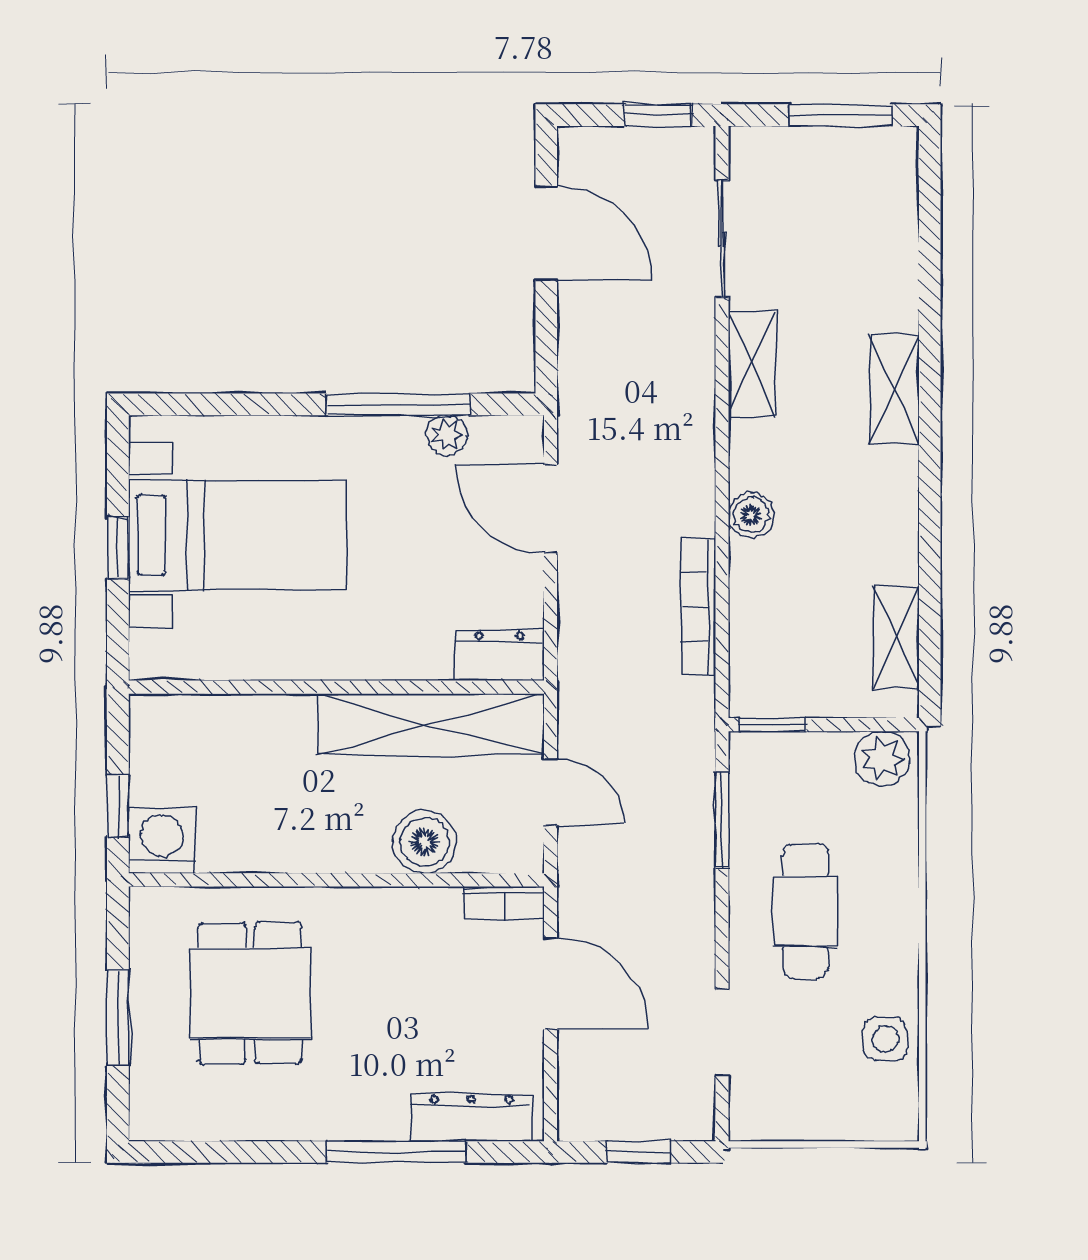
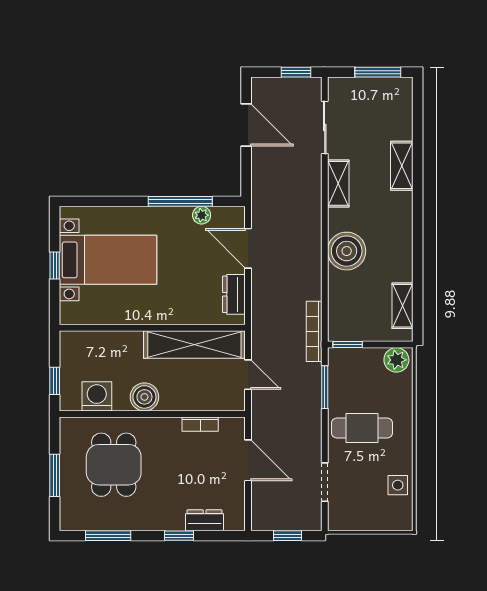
shelving: (894, 389) -> (402, 166), moved
boiler: (751, 515) -> (347, 251), width x1.86, depth x1.86
bookcase: (698, 606) -> (314, 331), moved
dresser: (499, 656) -> (234, 294), moved, turned -90
washing machine: (162, 840) -> (97, 396), moved
boiler: (425, 842) -> (144, 397), moved
bookcase: (504, 902) -> (200, 424), moved
cafe table: (805, 911) -> (362, 428), turned 90
dresser: (471, 1118) -> (205, 520), width x0.70
window: (237, 1152) -> (108, 536), added
window: (396, 1152) -> (179, 536), width x0.46

